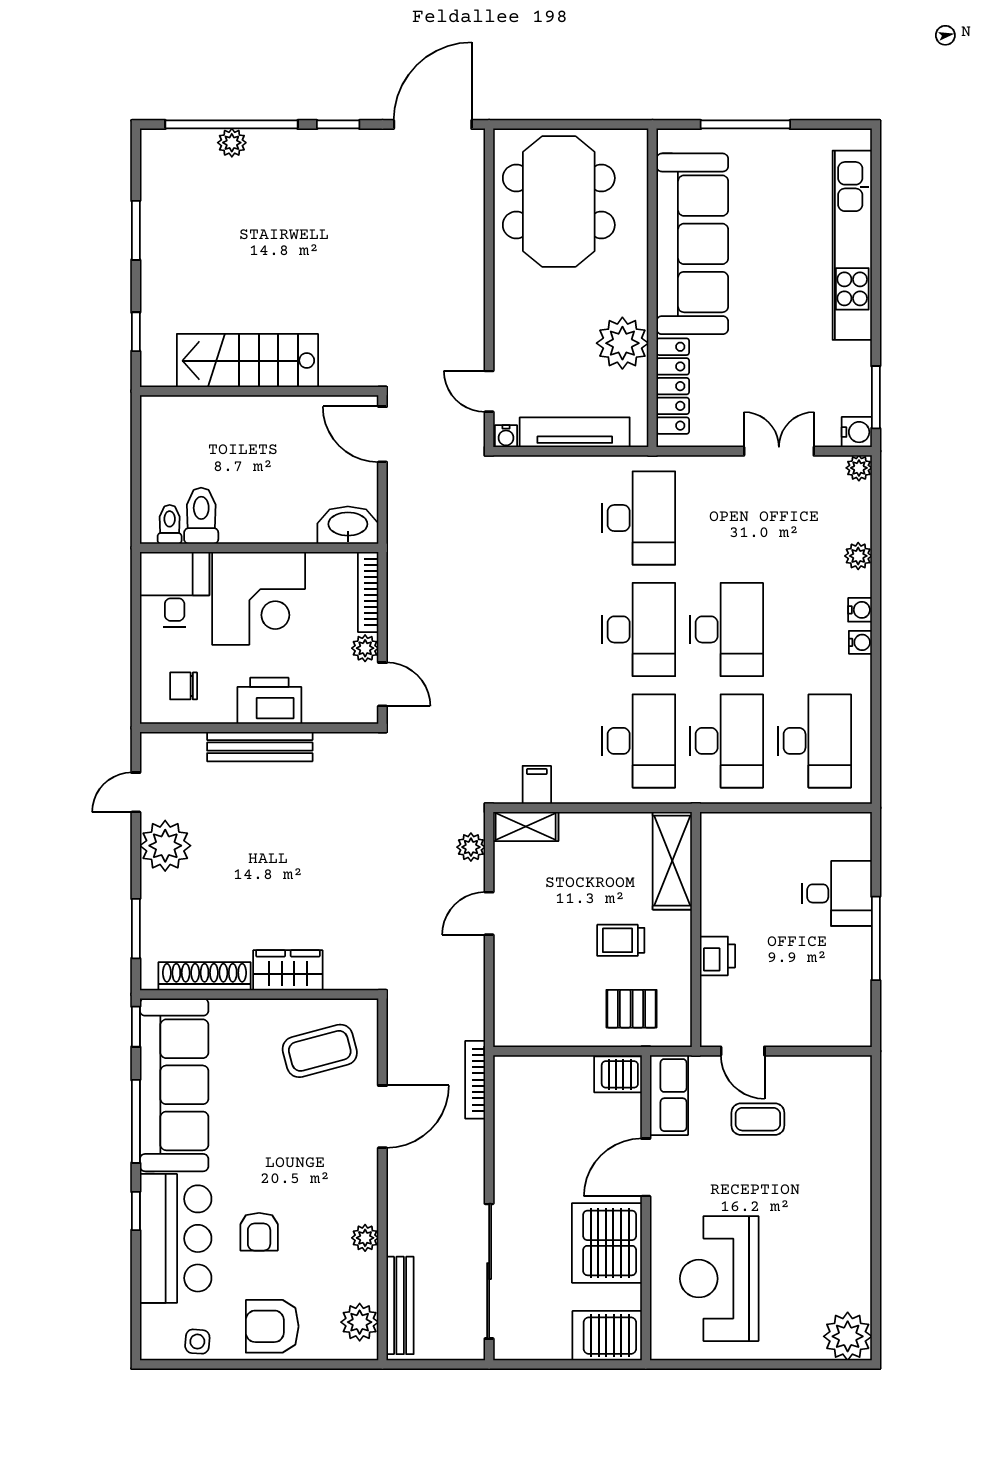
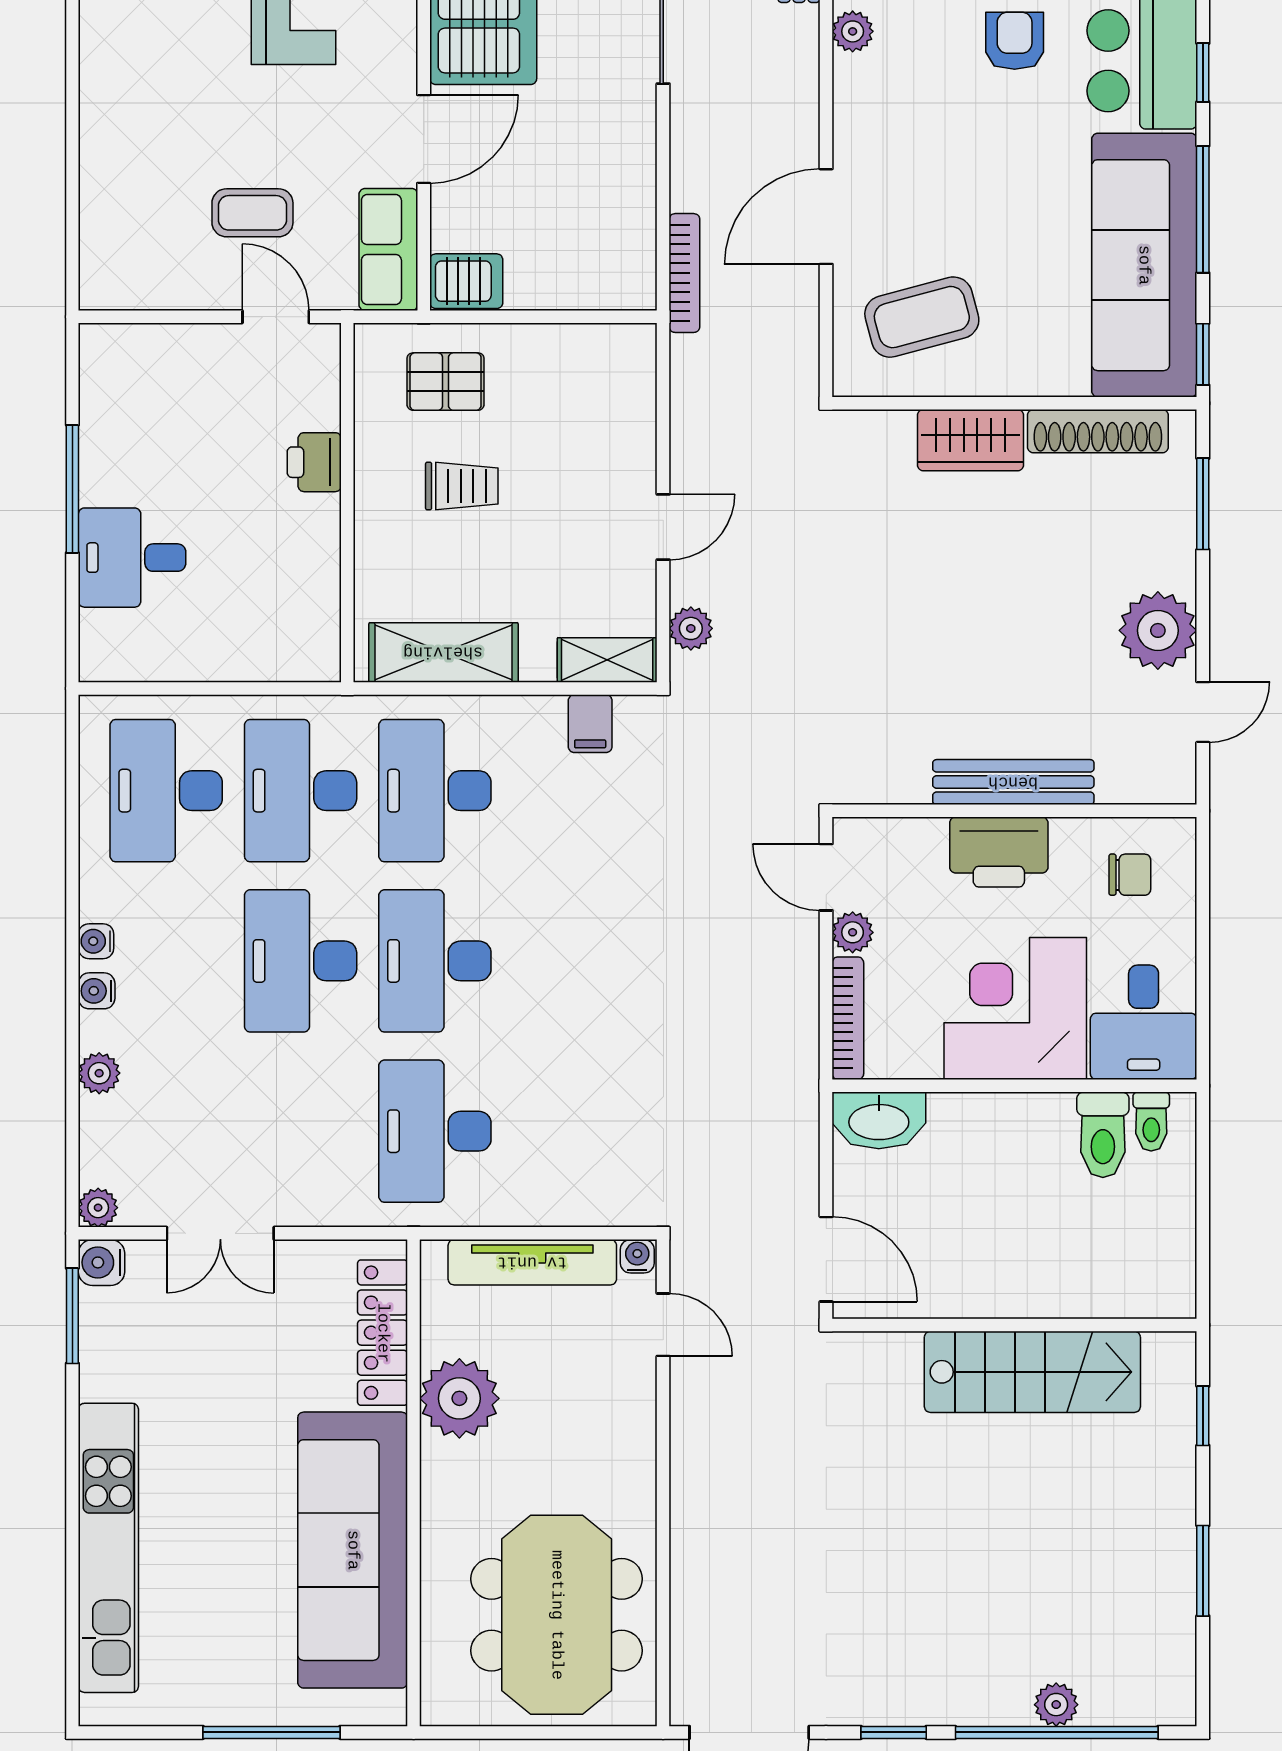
shelving: (672, 861) -> (443, 652), moved, turned 90

